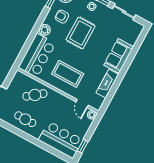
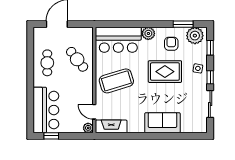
coffee table: (68, 74) -> (116, 81), turned 73
fireplace: (107, 84) -> (111, 126), moved
door: (82, 103) -> (94, 112), hinge flipped

